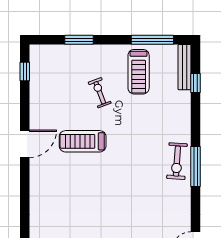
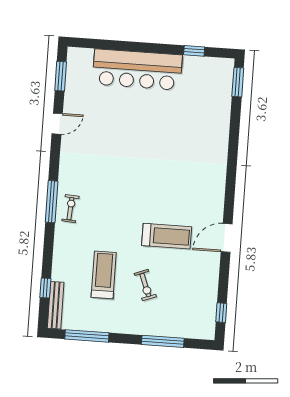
window: (79, 40) -> (163, 341), width x1.44
treadmill: (139, 72) -> (104, 275), moved
exercise bike: (177, 161) -> (70, 209), width x0.73, depth x0.72

